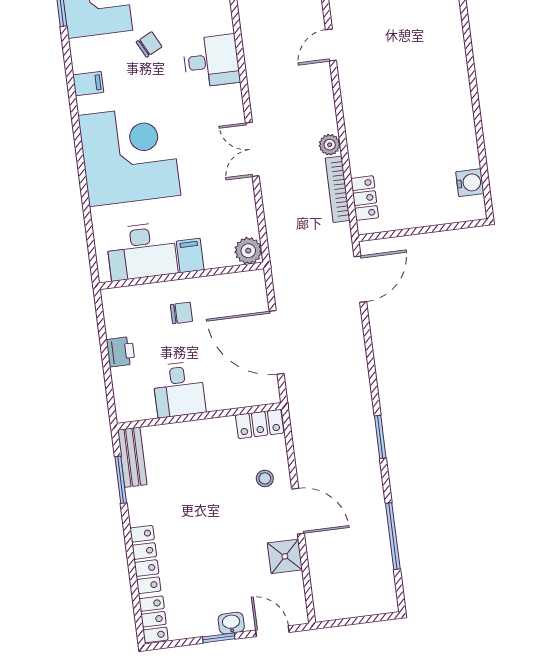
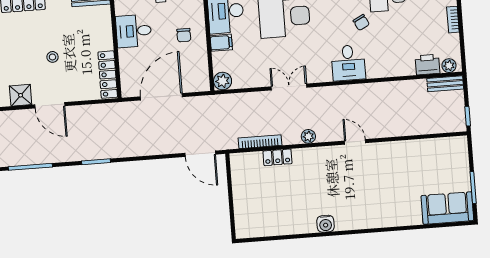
plant: (330, 145) -> (308, 136), moved
water cooler: (470, 183) -> (326, 224), moved
locker: (365, 198) -> (277, 157), moved
locker: (260, 424) -> (108, 75), width x1.53
stool: (265, 478) -> (52, 57), moved
door: (298, 511) -> (50, 105), hinge flipped

